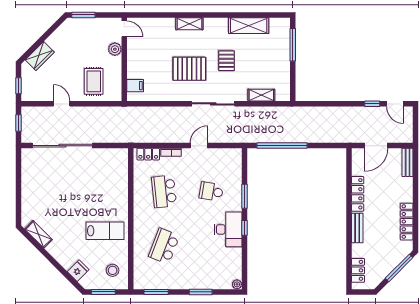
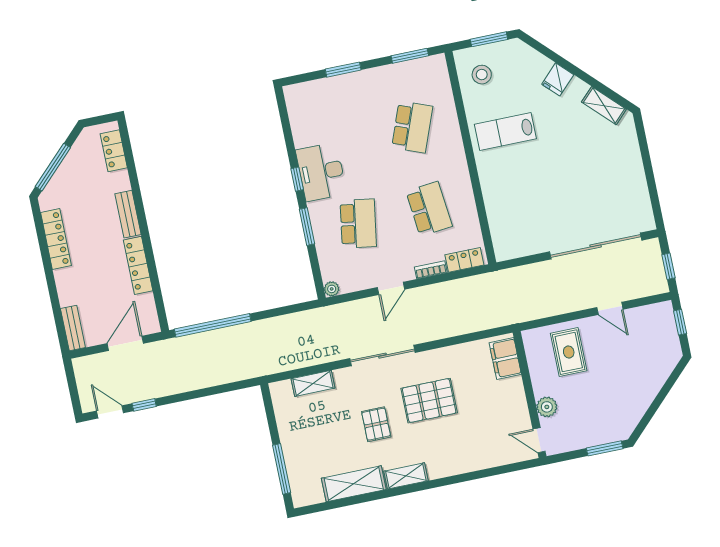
shelving: (189, 24) -> (406, 476), moved
wardrobe: (40, 56) -> (658, 373), removed
filing cabinet: (135, 86) -> (505, 358), width x2.00
window: (282, 146) -> (213, 325), moved
school desk: (211, 191) -> (358, 223), width x1.85
fridge: (78, 271) -> (558, 79), moved
plant: (237, 284) -> (332, 289), moved

